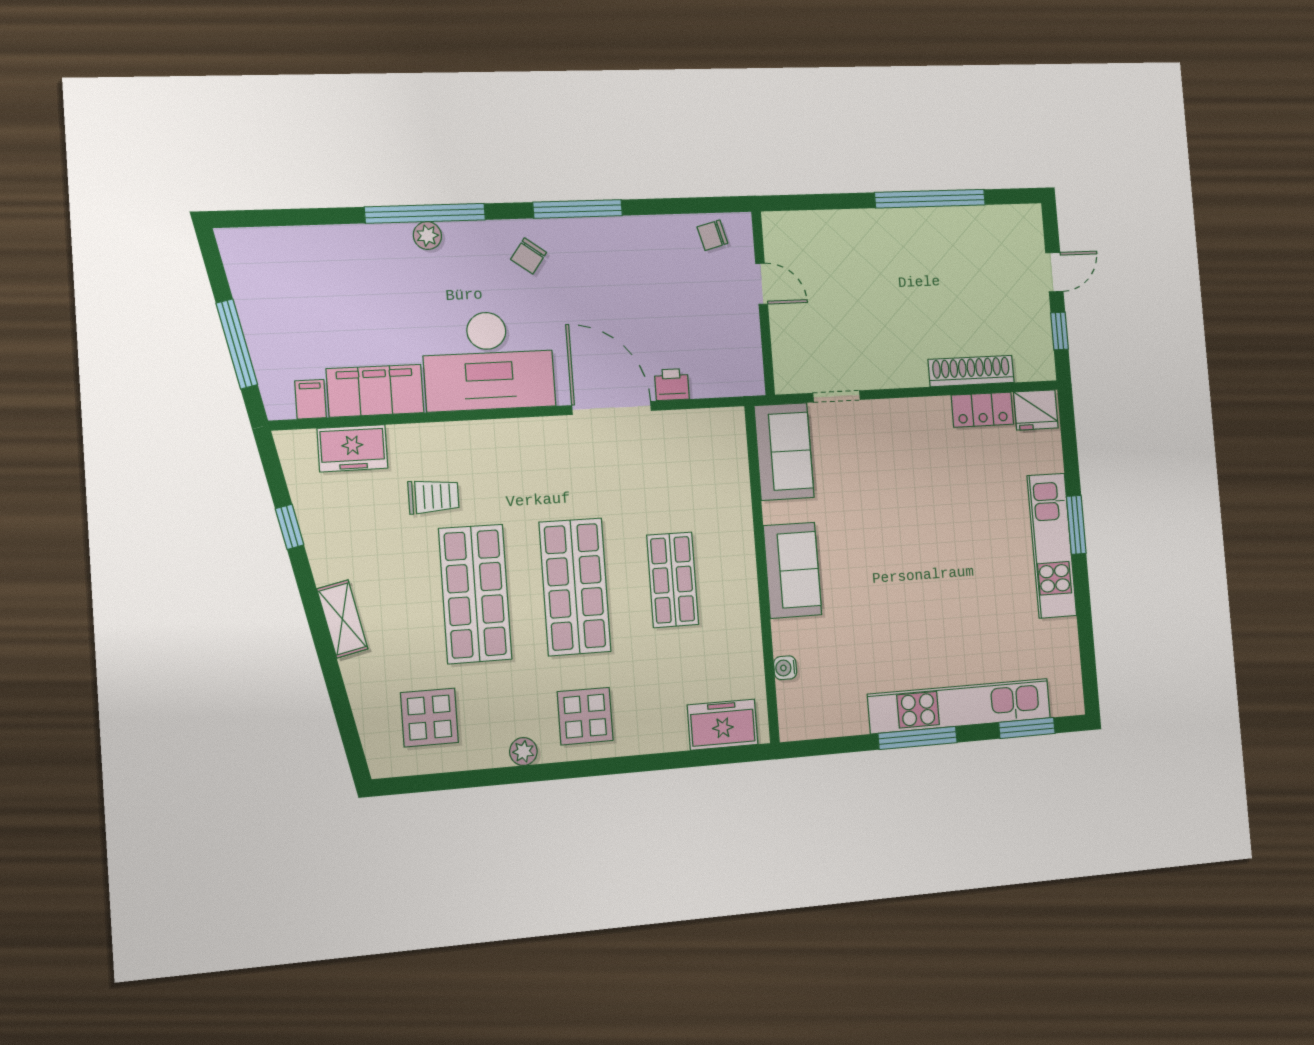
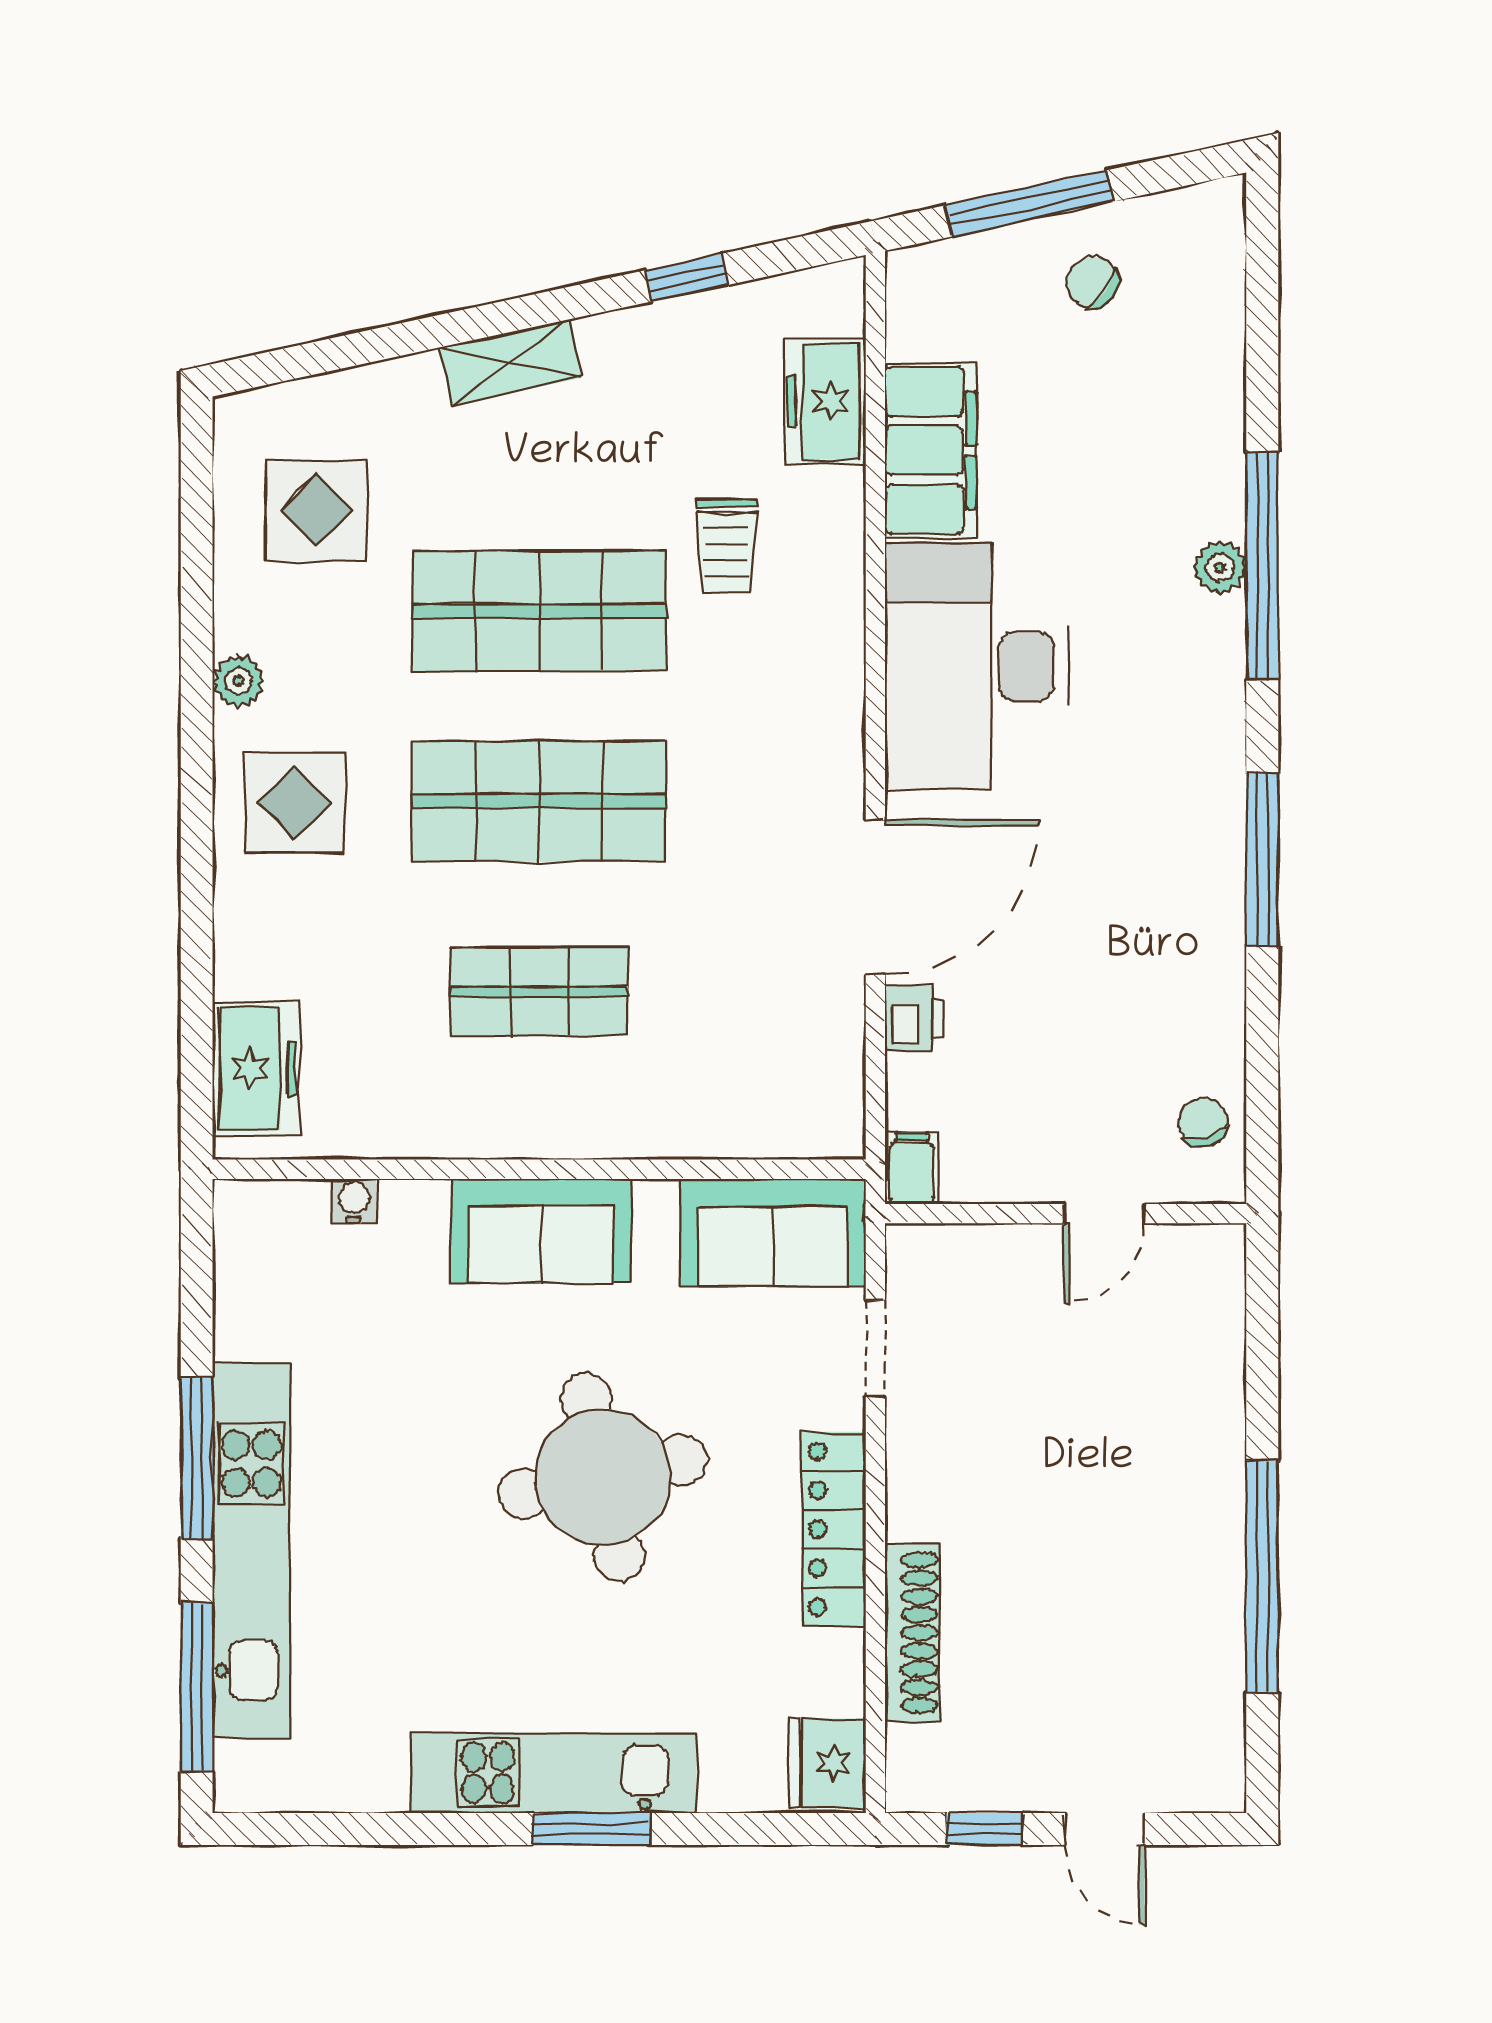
chair: (529, 256) -> (1092, 282), moved
filing cabinet: (311, 399) -> (912, 1169), moved, turned -90
locker: (982, 410) -> (834, 1529), moved, width x1.53
round table: (910, 531) -> (603, 1477), added
window: (1027, 728) -> (197, 1687), width x1.44

